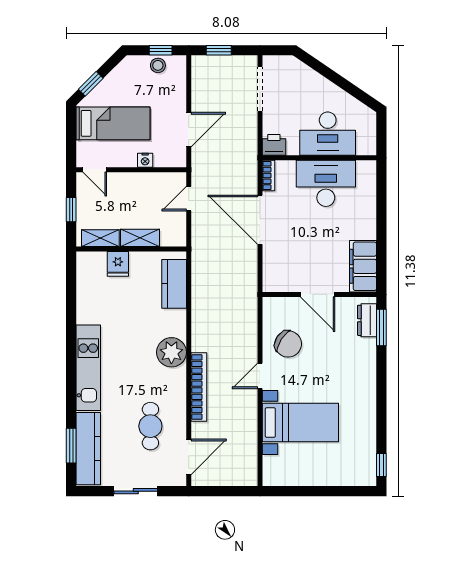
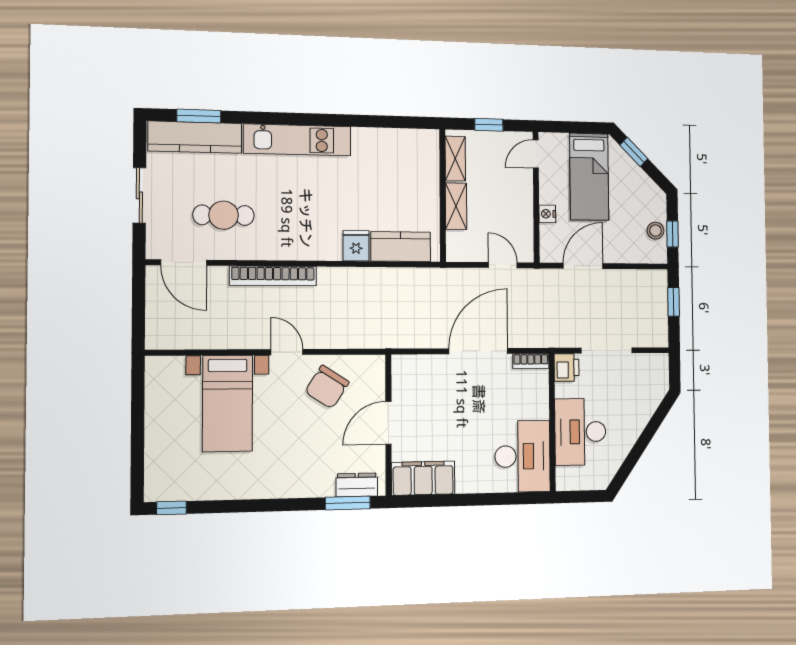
doorway: (260, 89) -> (607, 351), moved
door: (189, 130) -> (583, 266), swing flipped
desk: (326, 183) -> (522, 456), moved
fridge: (118, 264) -> (356, 246), moved, turned 90
plant: (171, 352) -> (317, 242), removed

